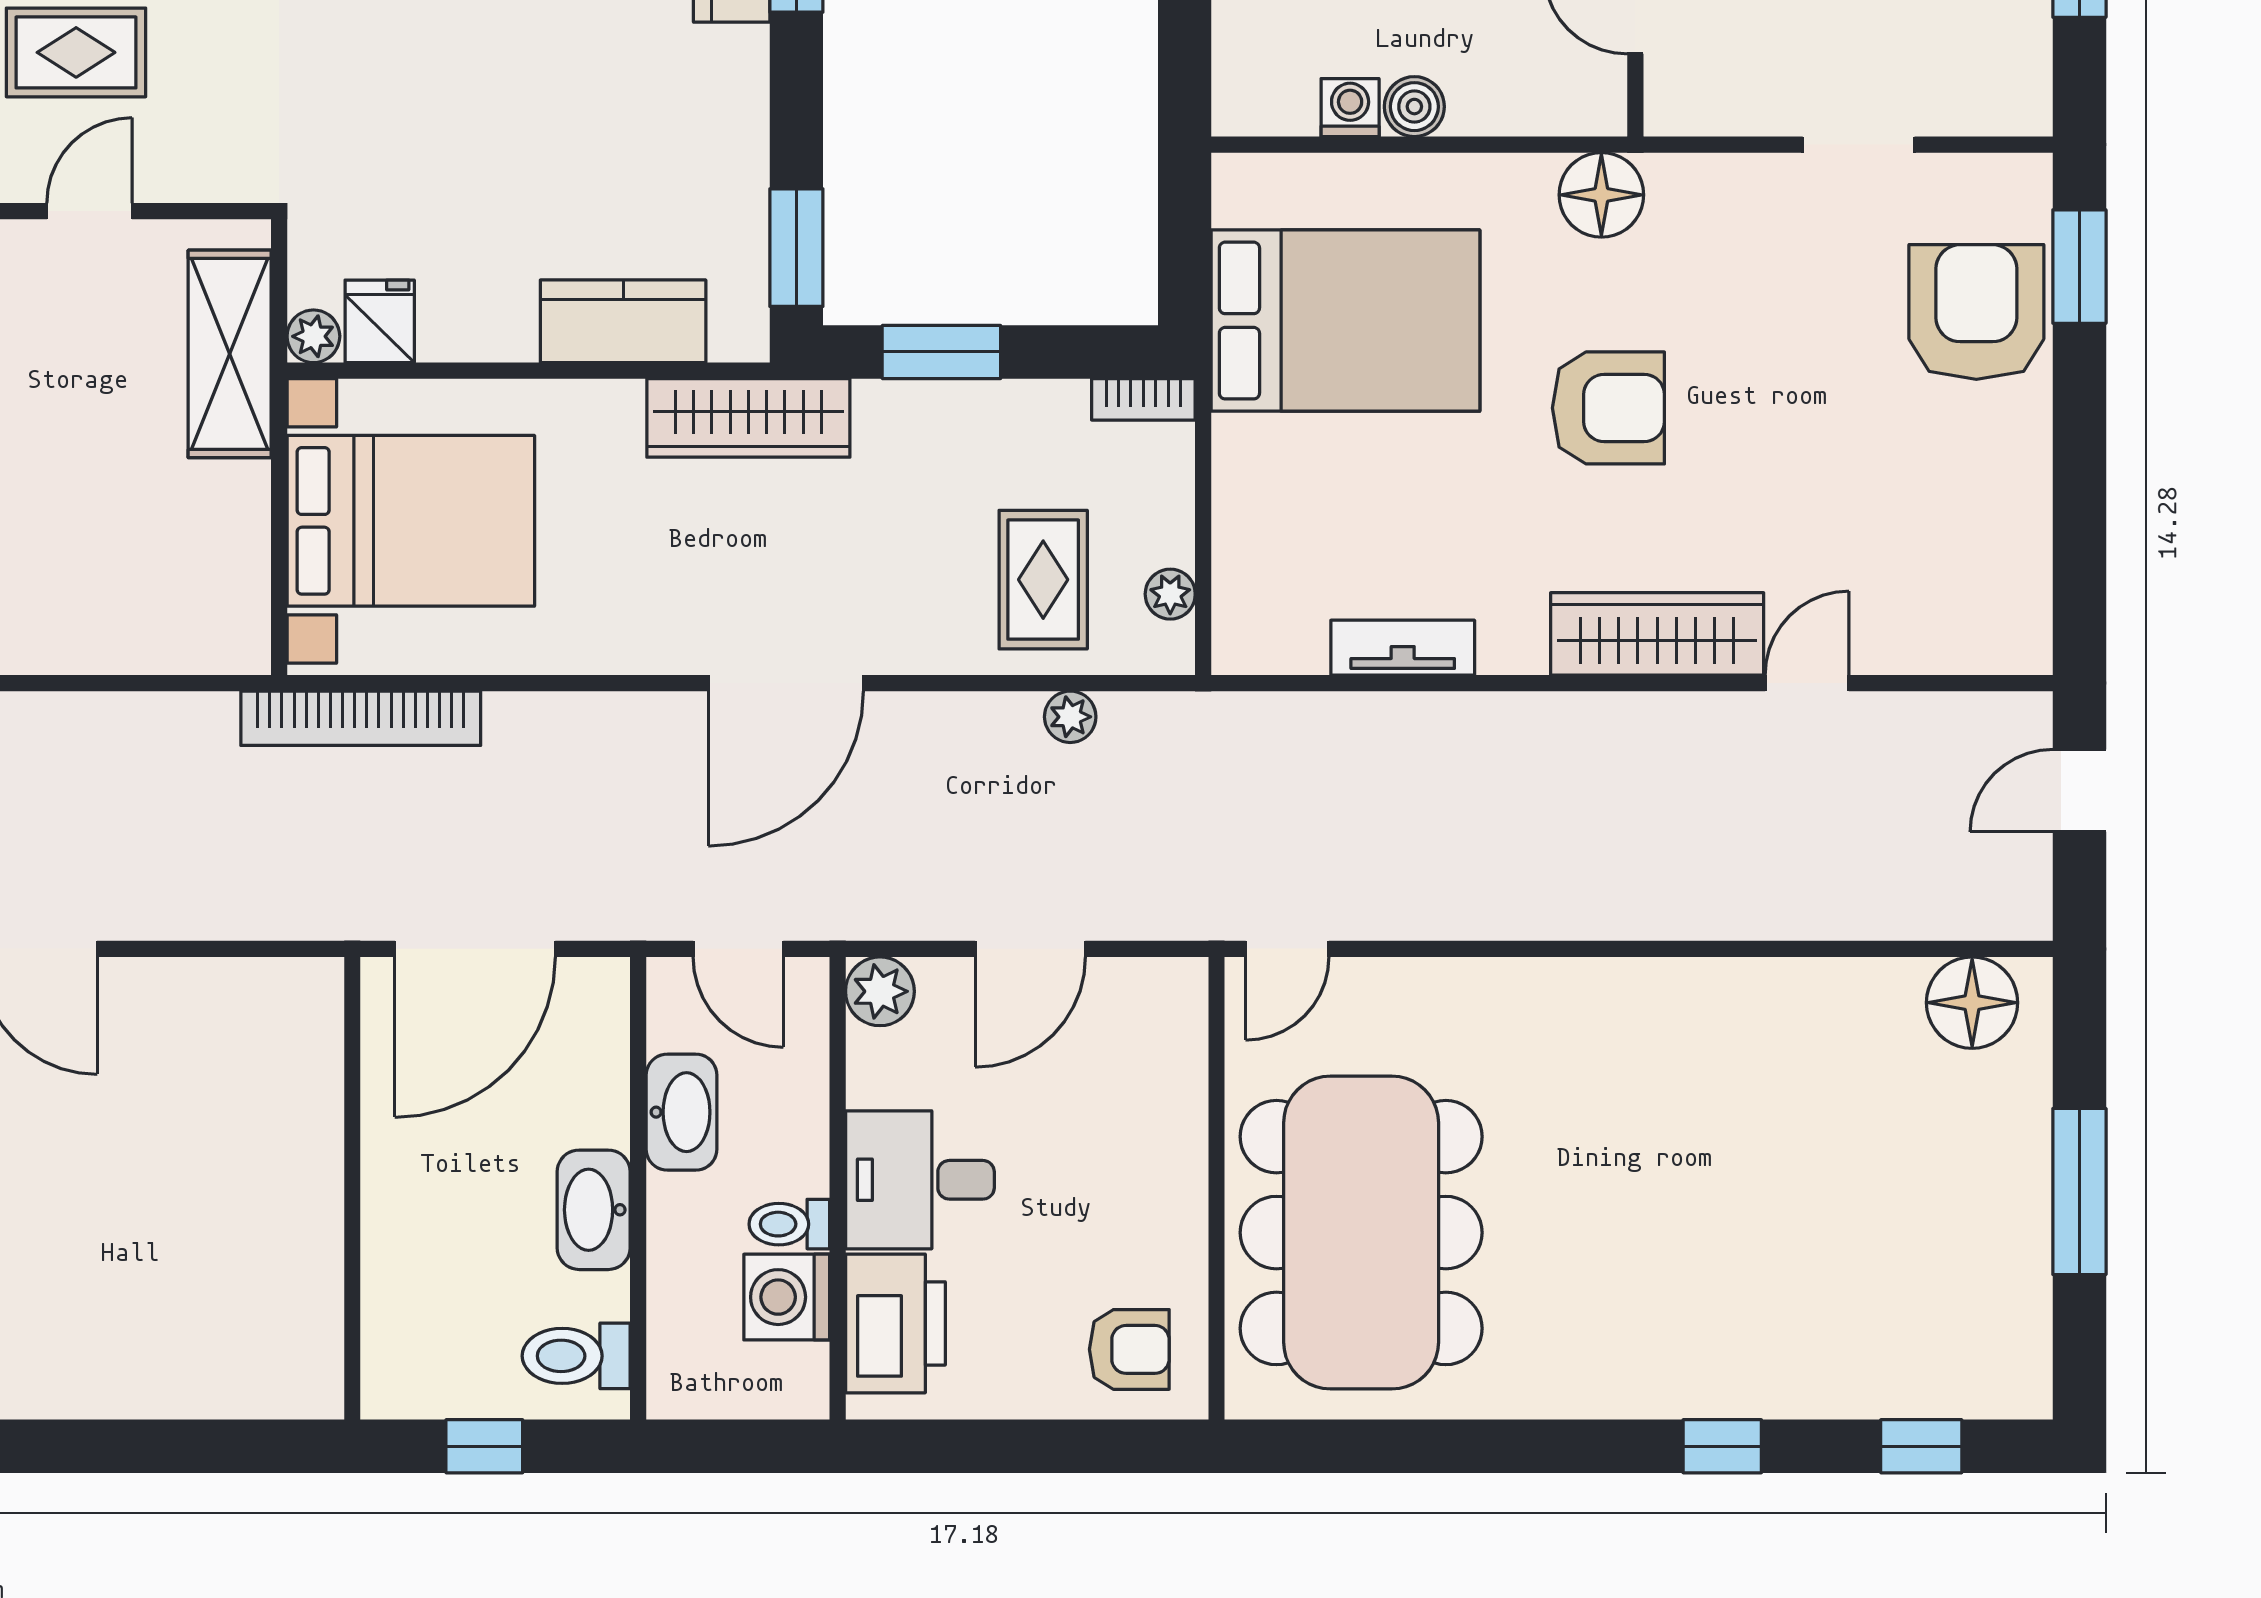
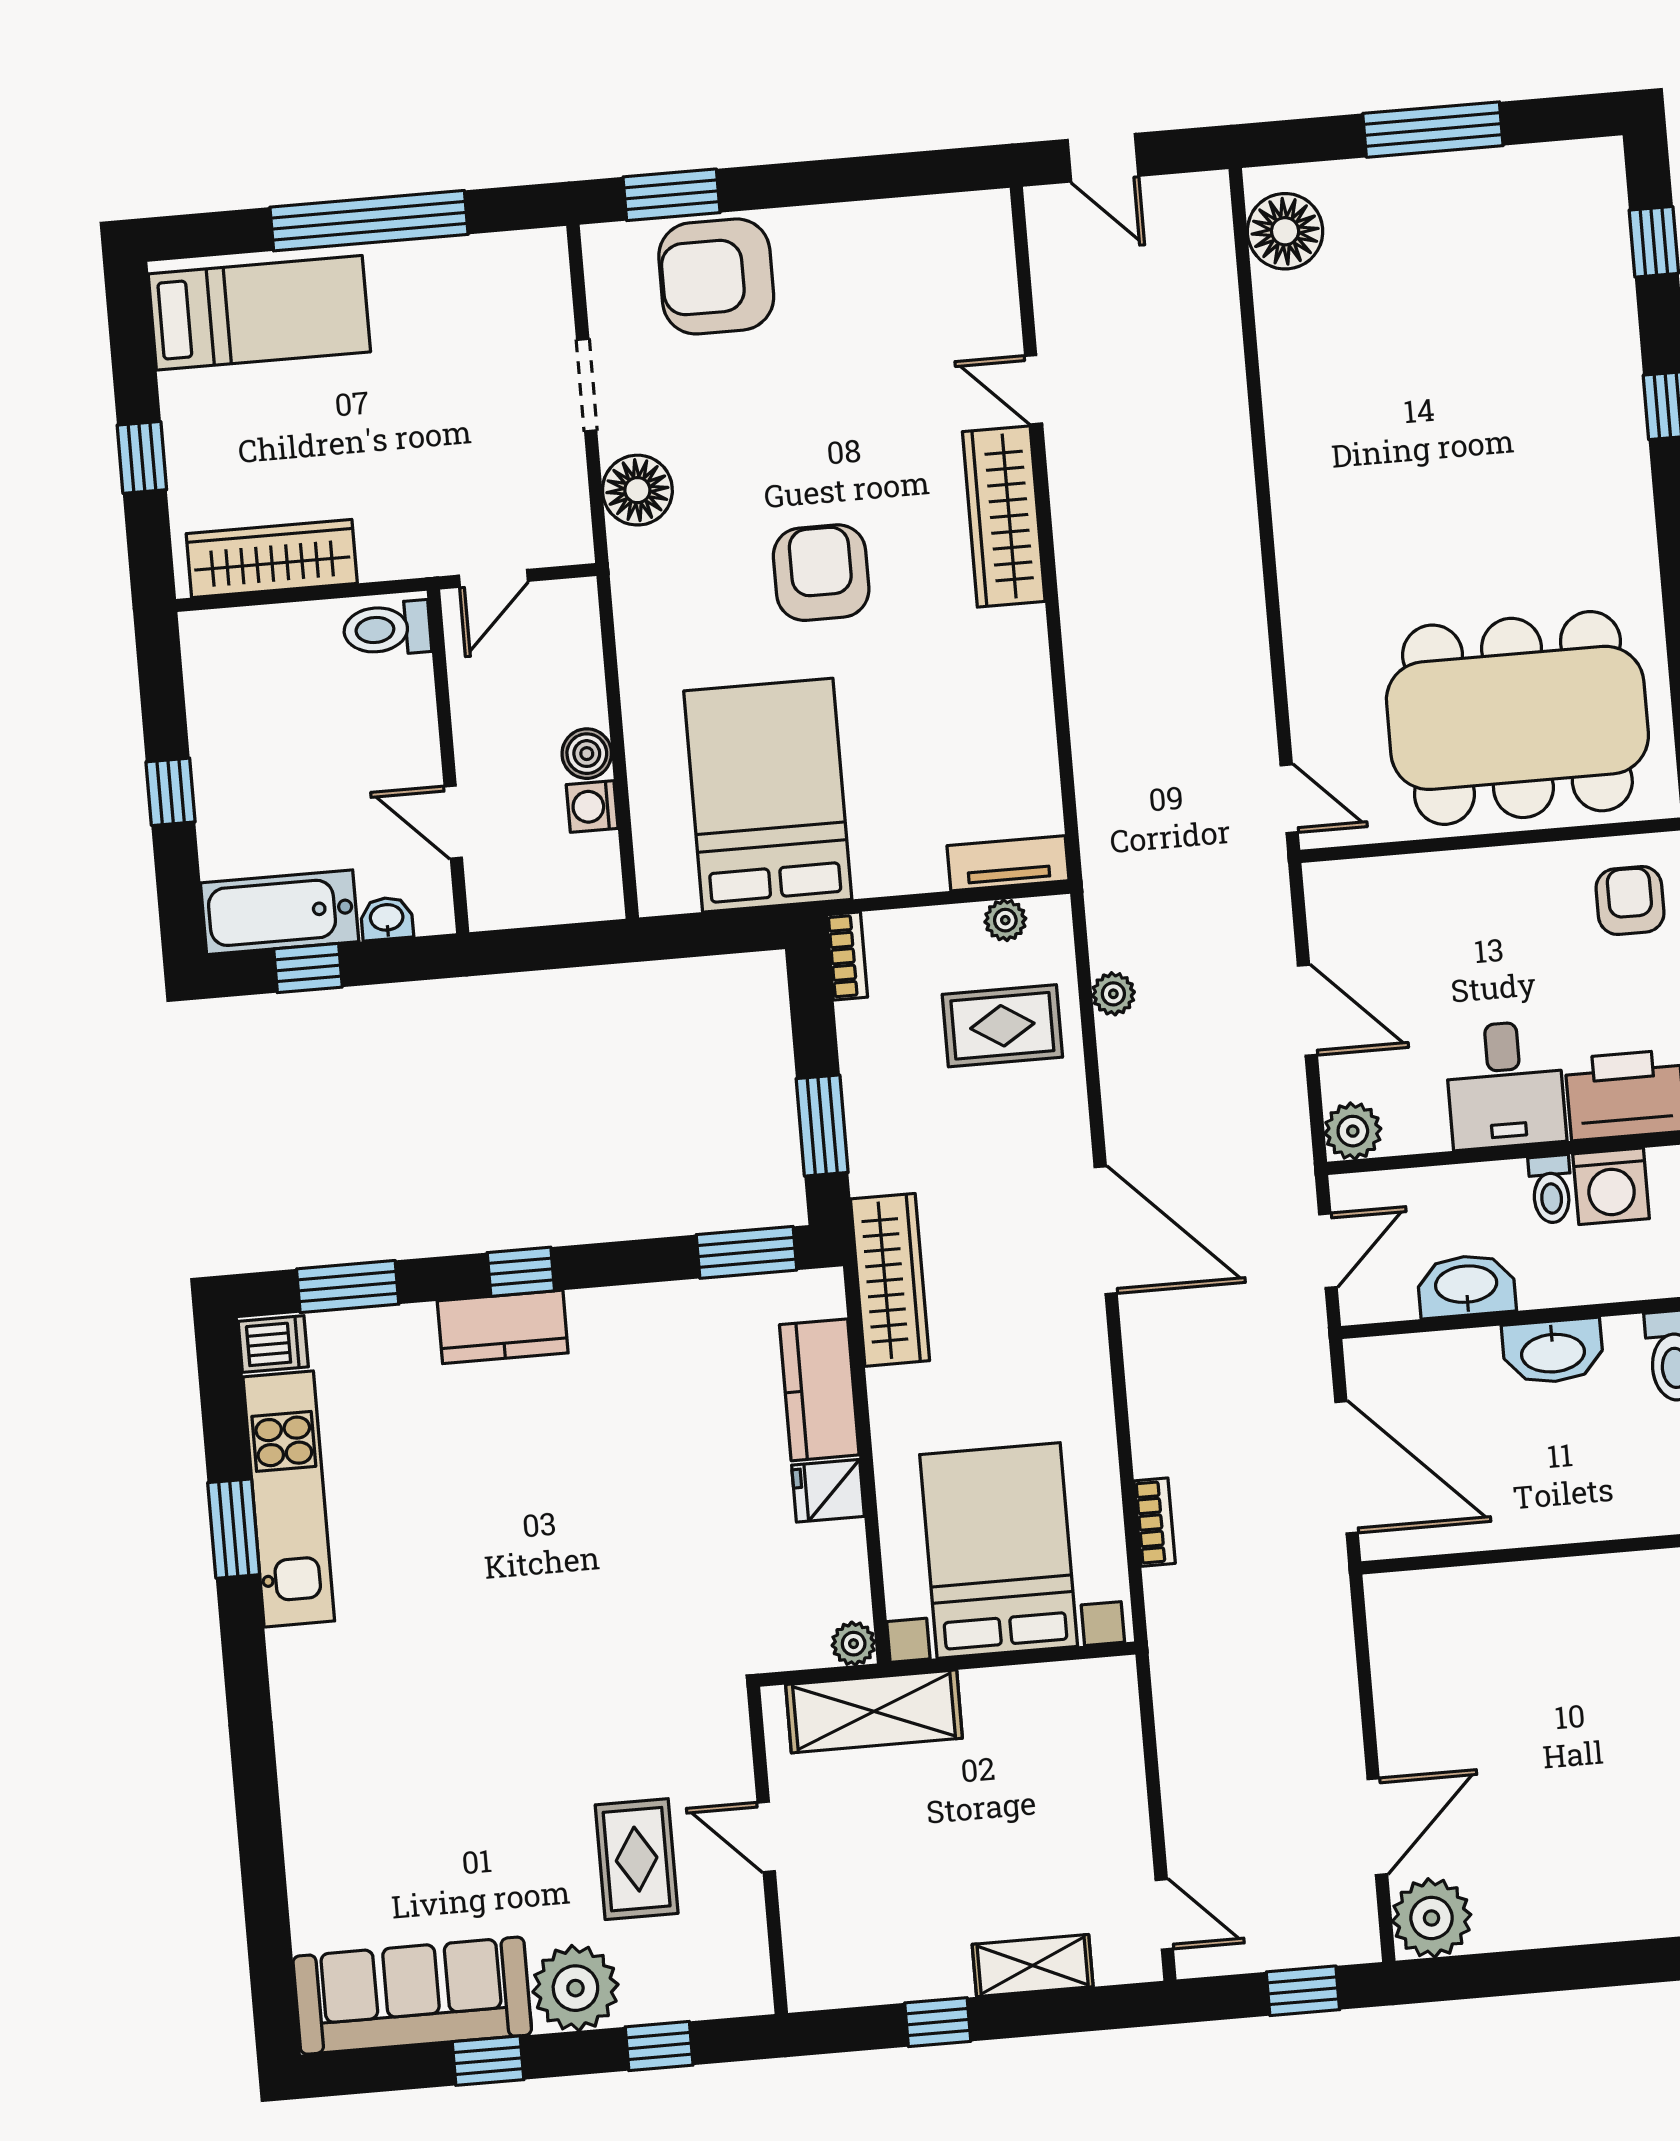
floor lamp: (1601, 195) -> (637, 490), moved
fridge: (380, 321) -> (828, 1491), moved
tv unit: (1403, 648) -> (1008, 863), moved, turned 90
bookcase: (361, 718) -> (1155, 1522), width x0.43, depth x0.76

